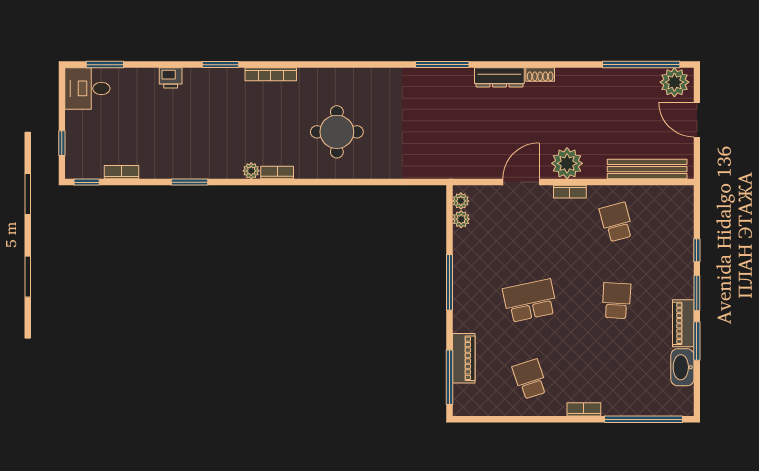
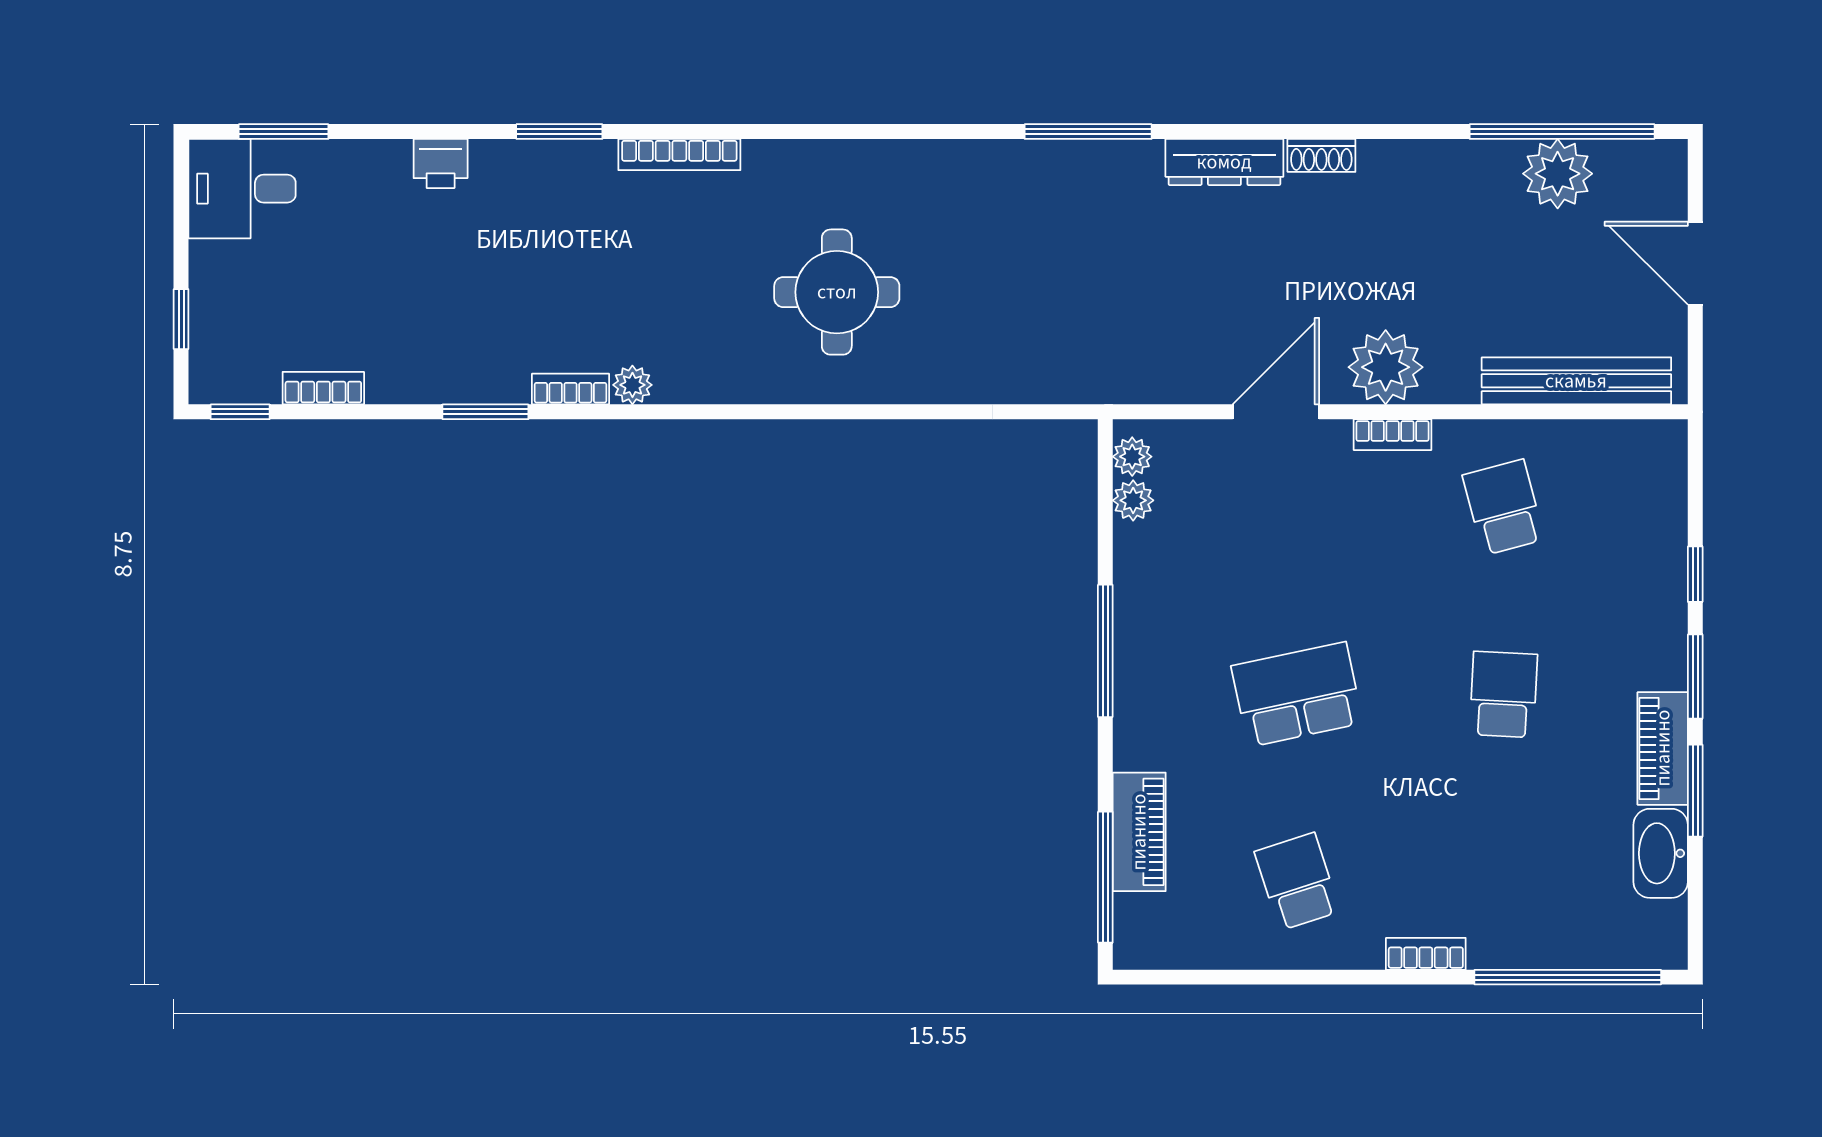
plant: (674, 82) -> (1558, 174), moved
bookcase: (277, 173) -> (570, 389), moved

